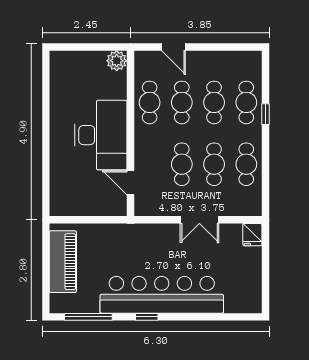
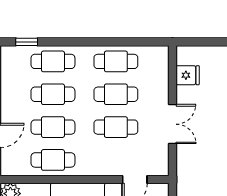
window: (265, 114) -> (27, 42), moved
double door: (199, 220) -> (172, 124), moved
fridge: (252, 235) -> (188, 75), moved

